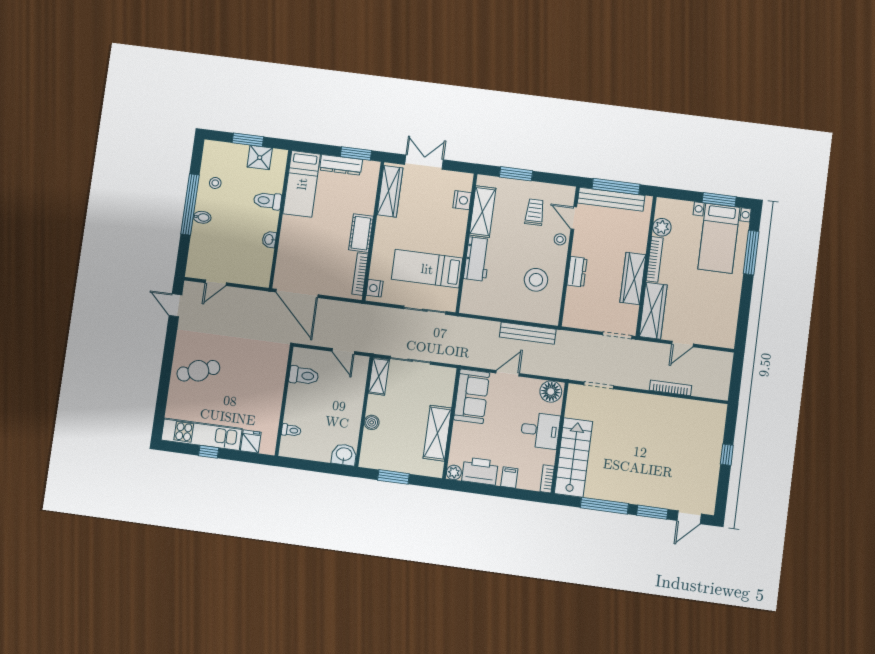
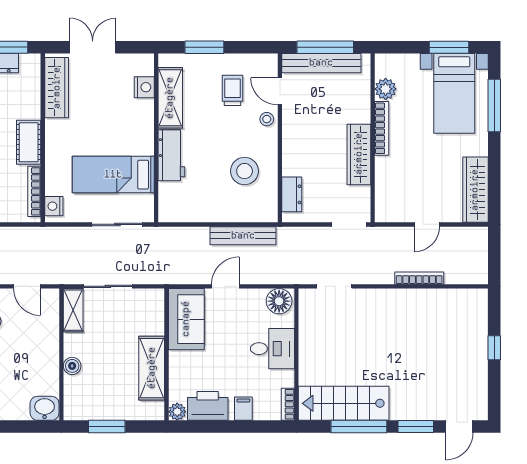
dresser: (577, 272) -> (292, 194), moved
wardrobe: (653, 311) -> (475, 190), moved, turned 180
stairs: (573, 457) -> (344, 403), moved, turned -90

